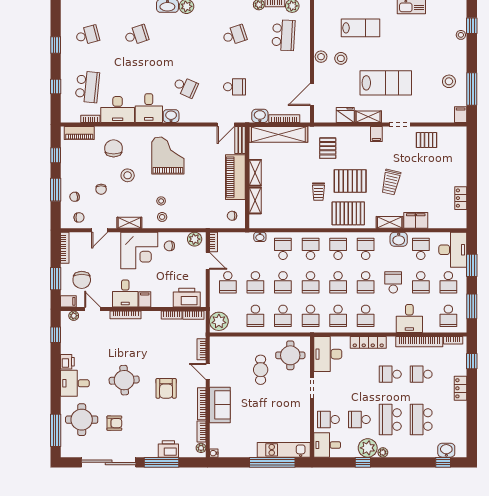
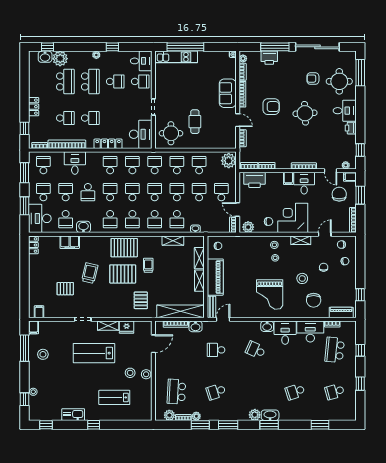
filing cabinet: (376, 134) -> (39, 312), moved
pallet: (427, 140) -> (65, 289), moved
window: (56, 190) -> (360, 267), removed
locker: (461, 198) -> (33, 245), moved
shelving: (390, 222) -> (173, 241), moved
armchair: (166, 388) -> (271, 107), turned 90
plant: (368, 448) -> (60, 59), moved

